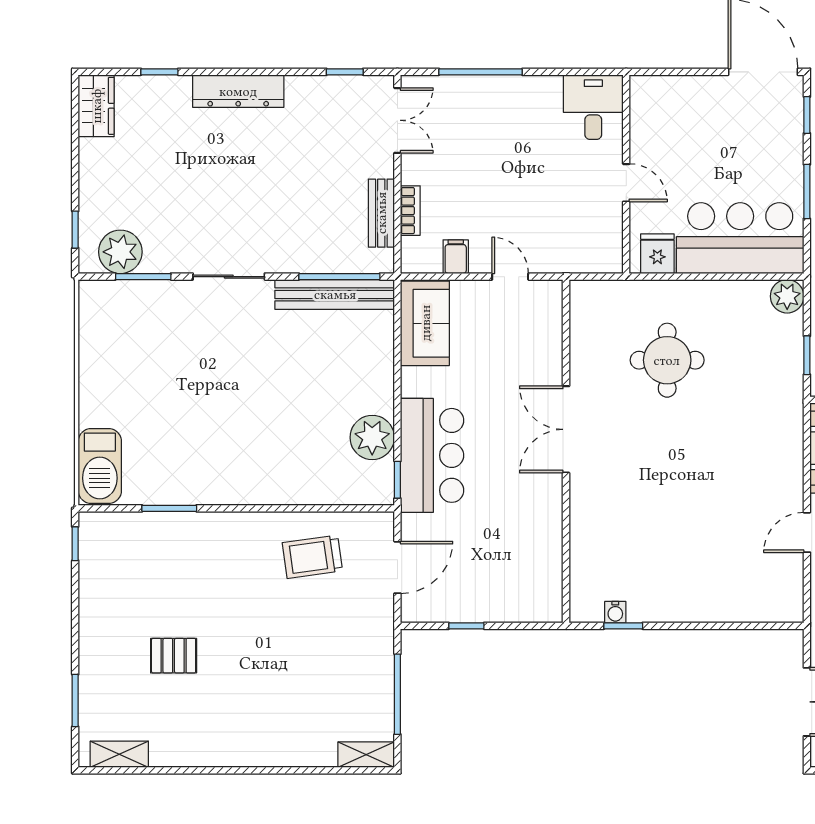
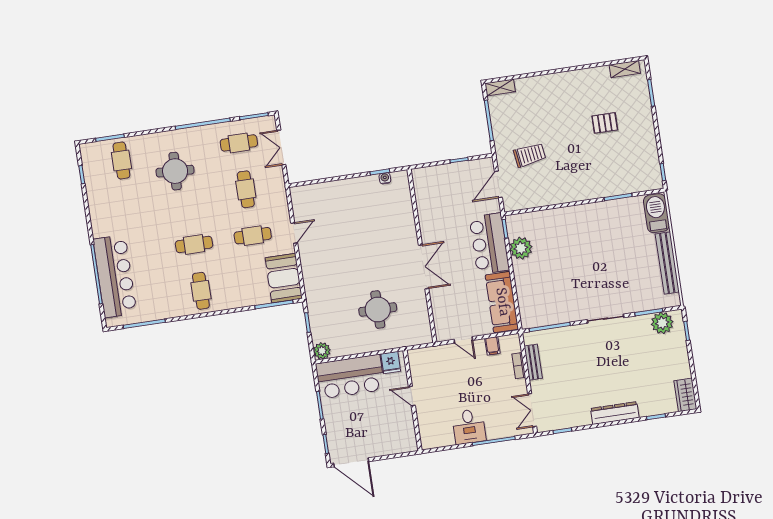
desk: (593, 107) -> (469, 427), moved
bench: (335, 294) -> (667, 263), moved, turned 90
sofa: (425, 323) -> (502, 302), width x1.36
trolley: (312, 557) -> (530, 155), moved

